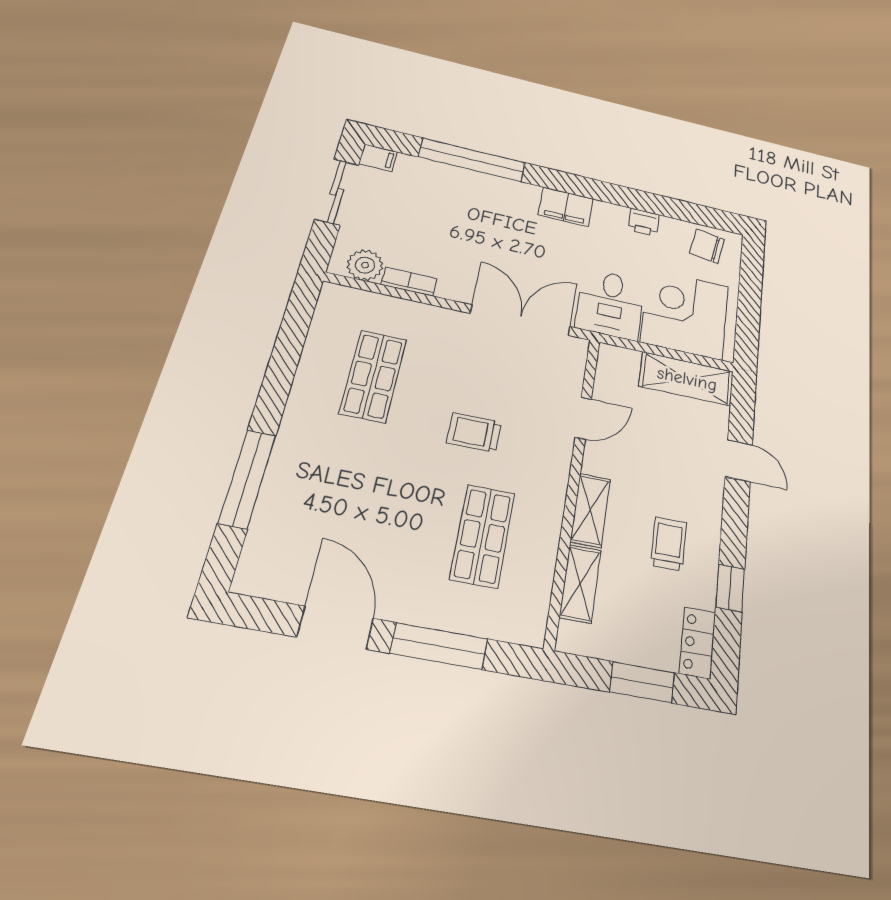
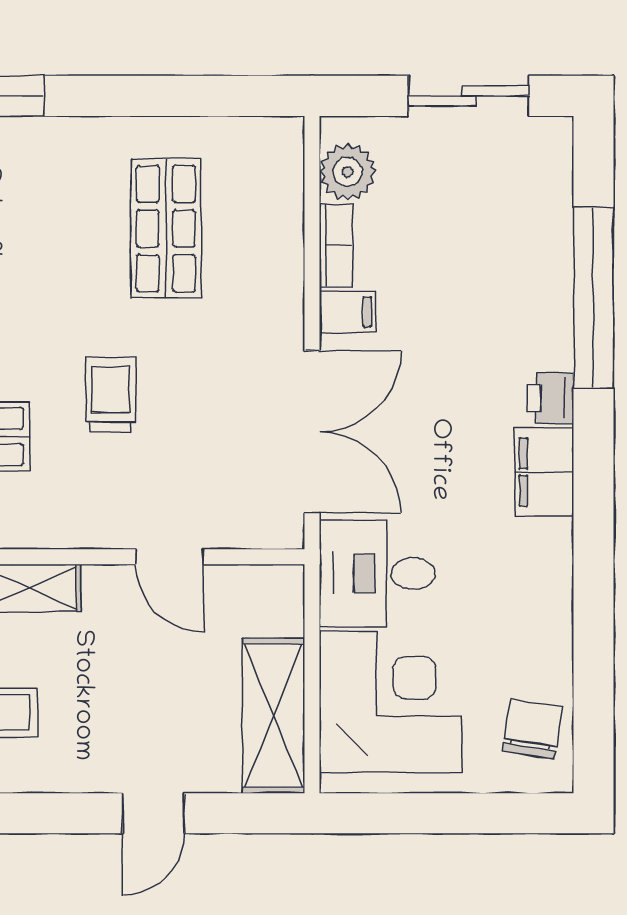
filing cabinet: (378, 158) -> (348, 312), moved, turned -90
printer: (644, 222) -> (550, 398), moved
shop shelf: (373, 376) -> (166, 229), turned 90

